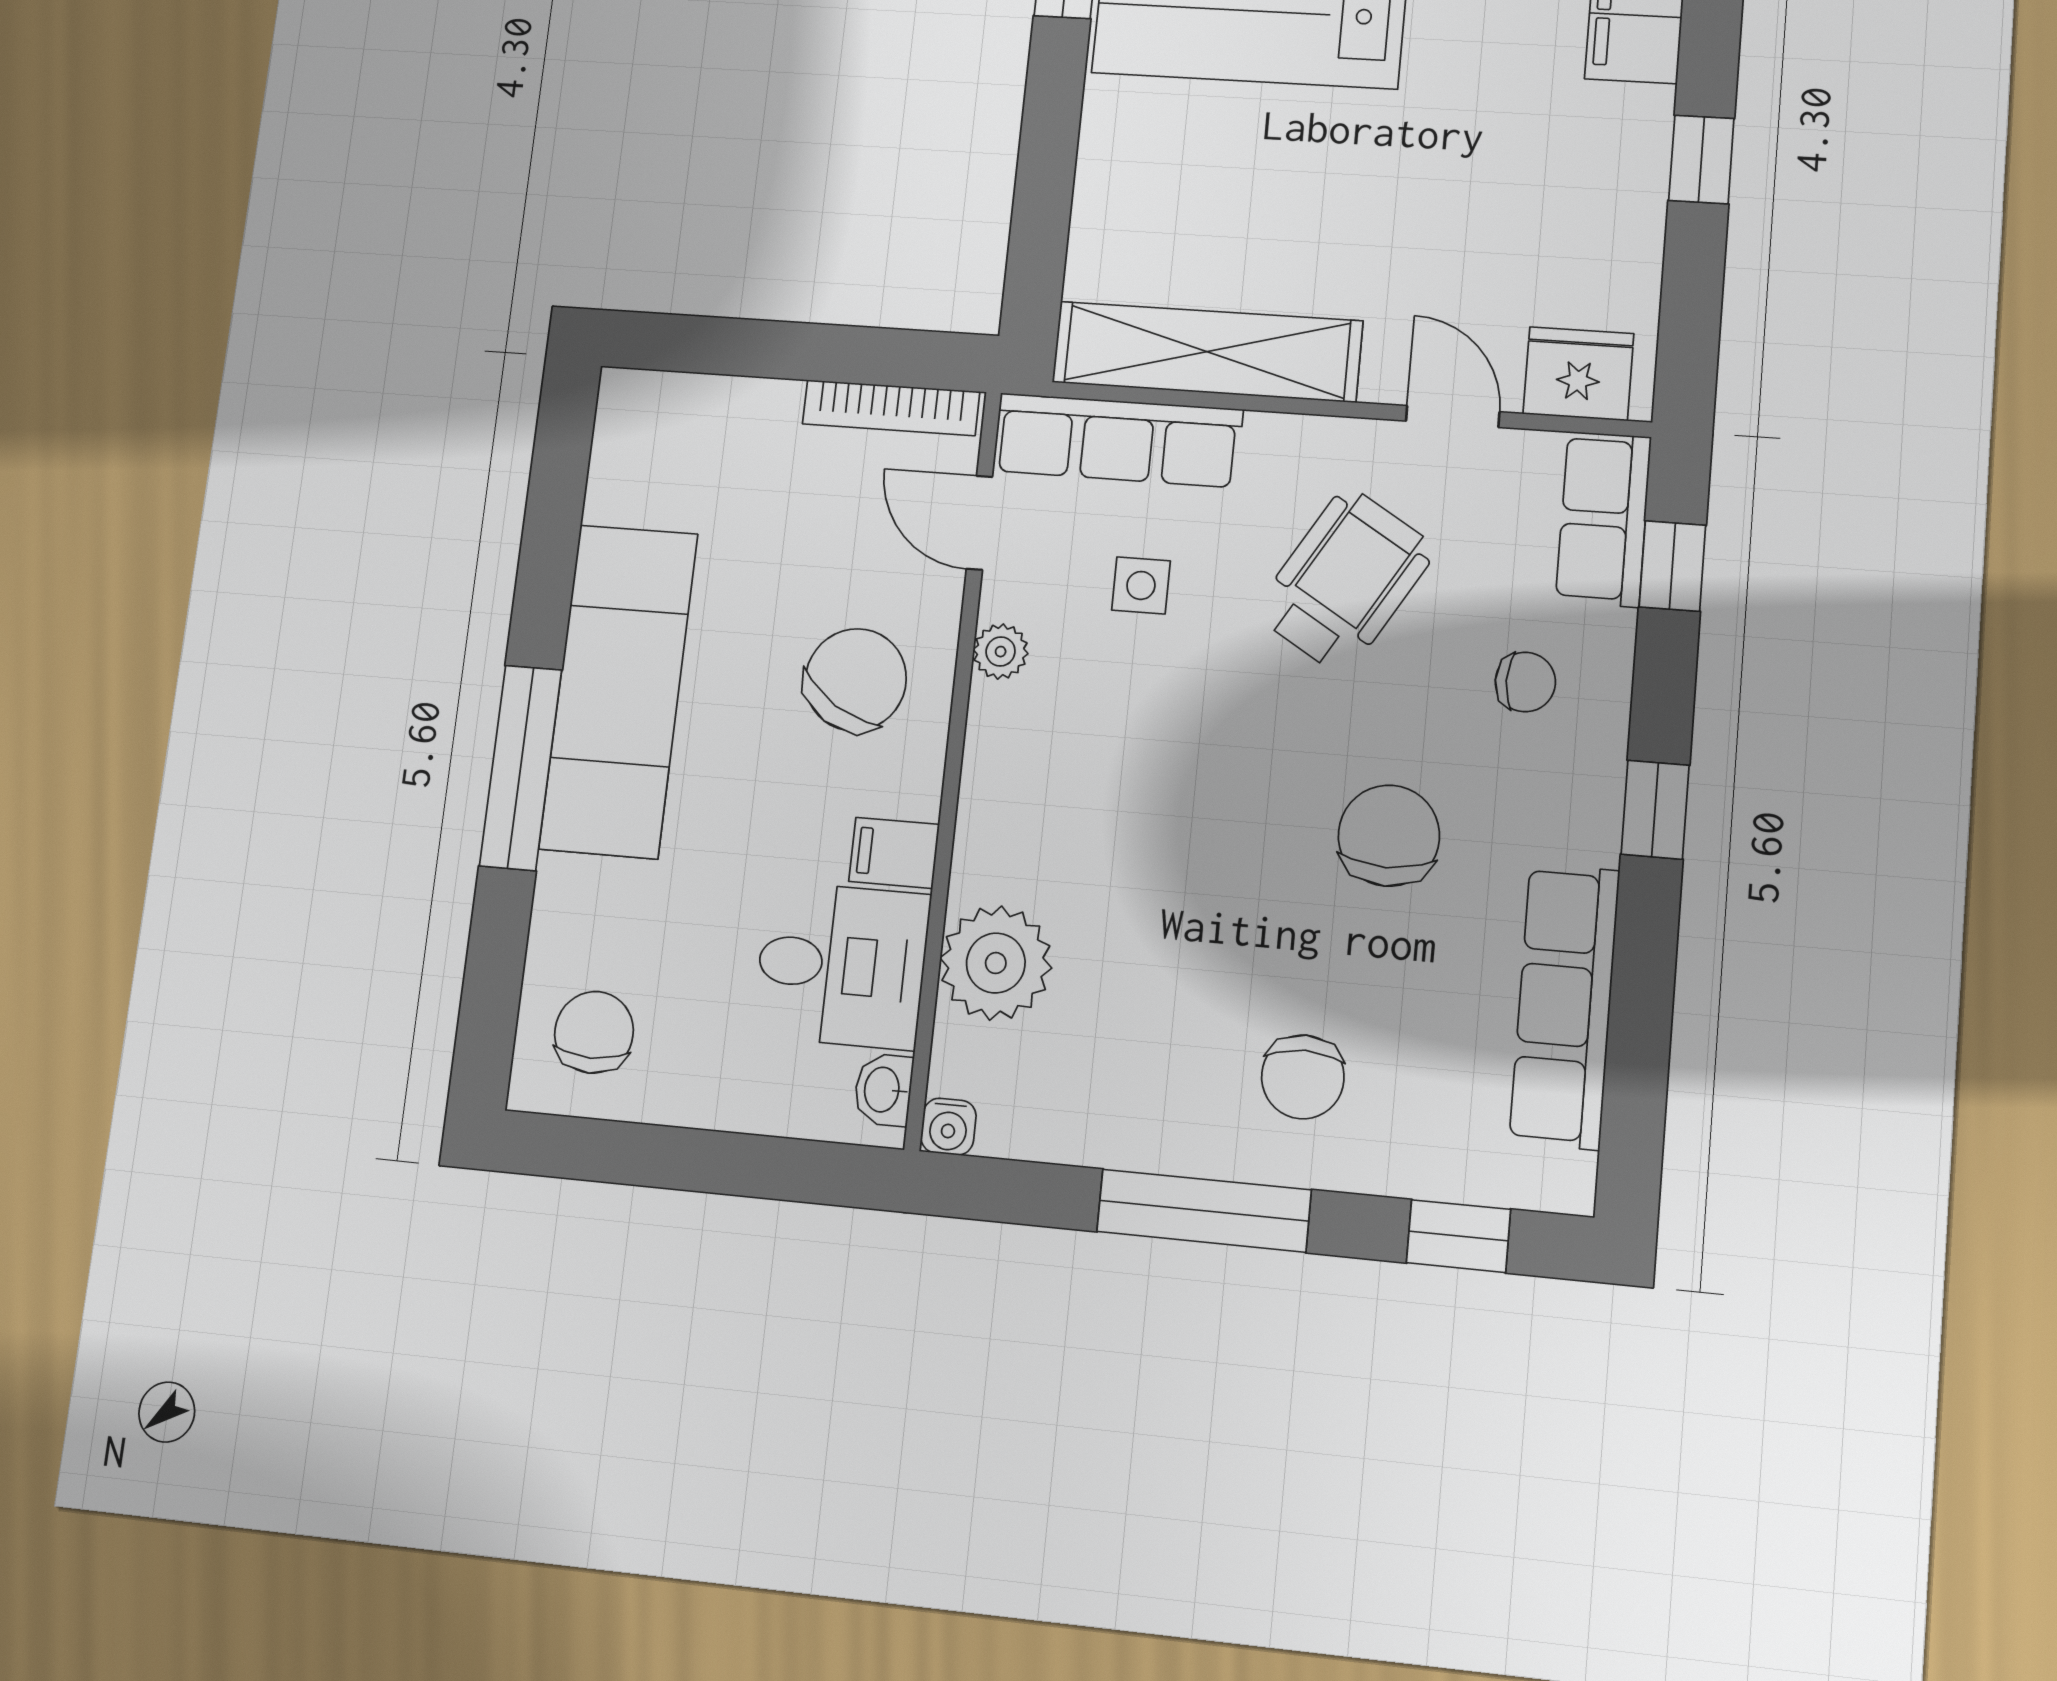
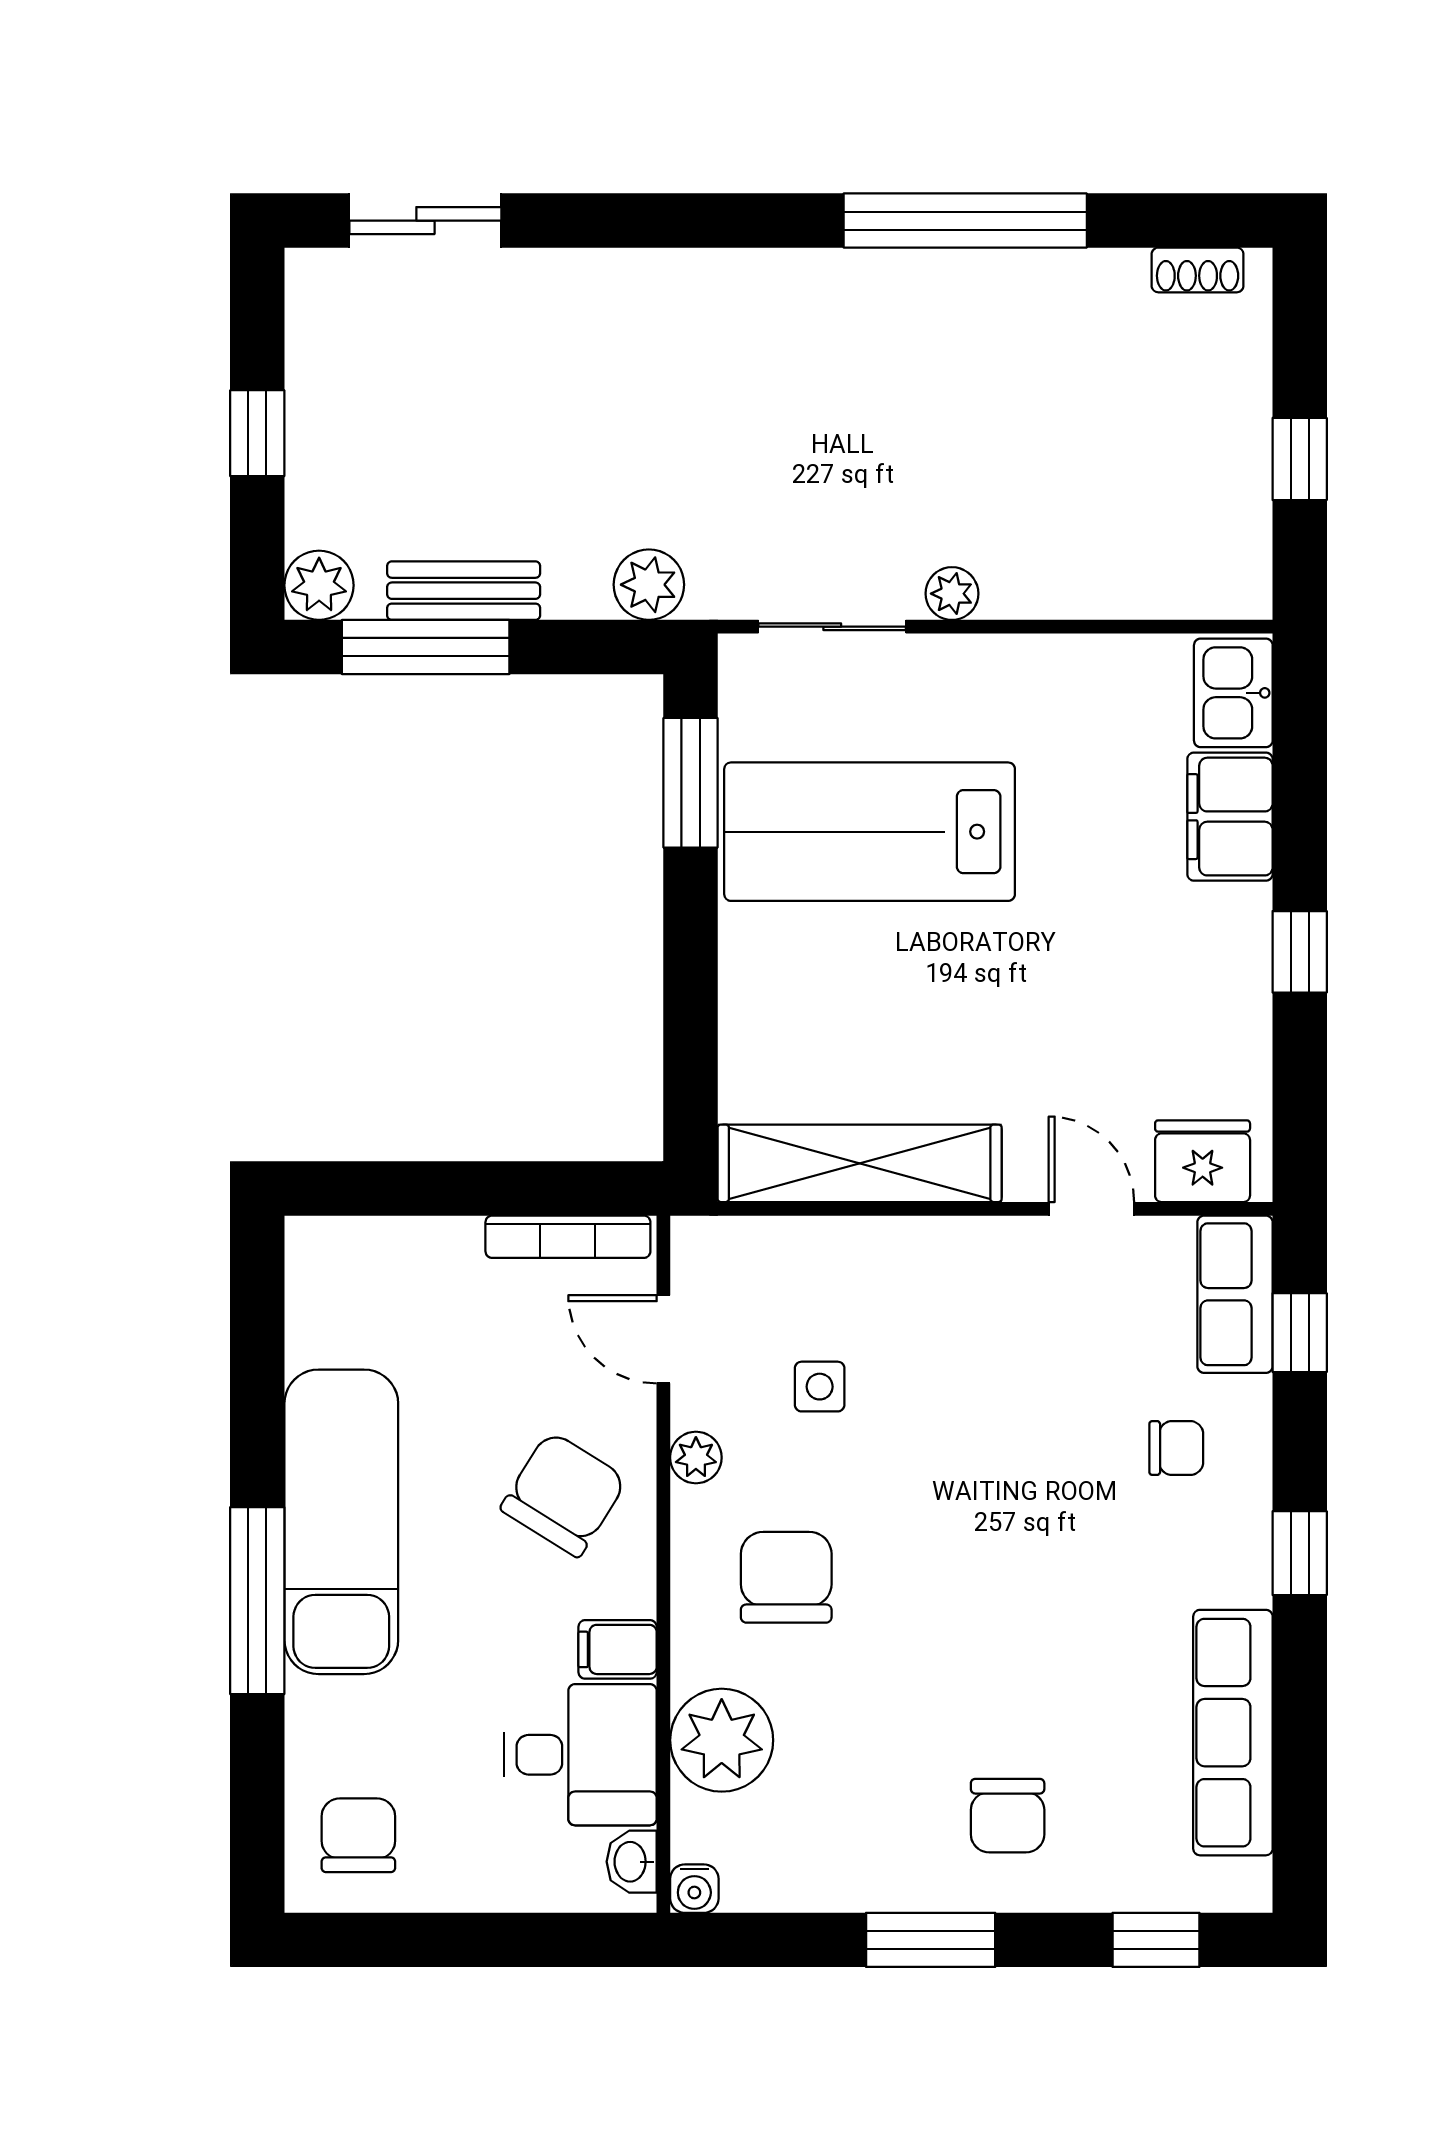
row of seats: (1118, 440) -> (784, 1253), removed
wheelchair: (1345, 581) -> (1006, 1368), removed
chair: (1389, 836) -> (786, 1577), moved
window: (1204, 1211) -> (931, 1940), width x0.69

